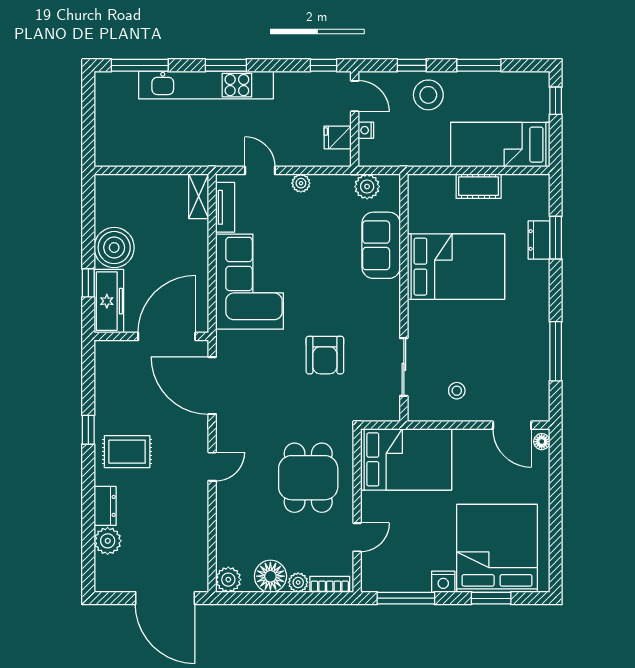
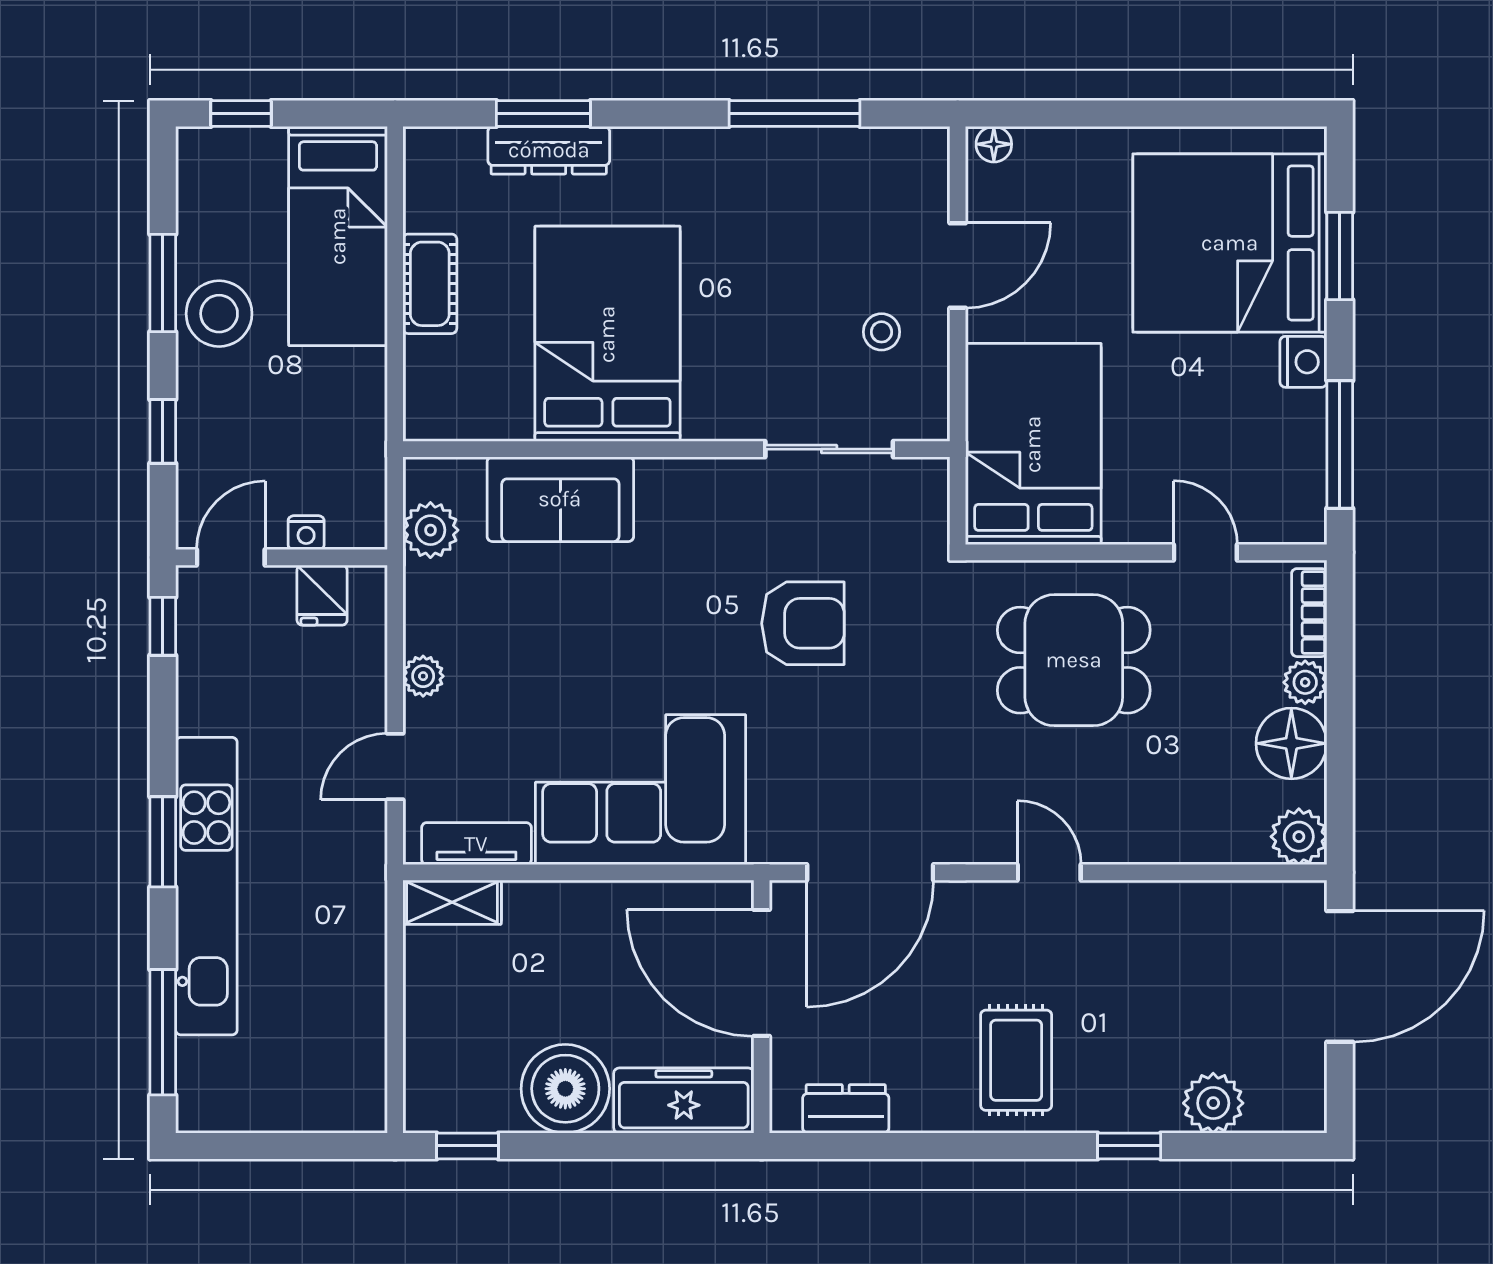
stool: (428, 95) -> (219, 314), moved
dresser: (539, 240) -> (549, 150), width x1.44
window: (88, 283) -> (467, 1146), moved
door: (512, 425) -> (958, 266), moved
window: (88, 430) -> (1129, 1146), moved
dresser: (105, 506) -> (846, 1109), moved

